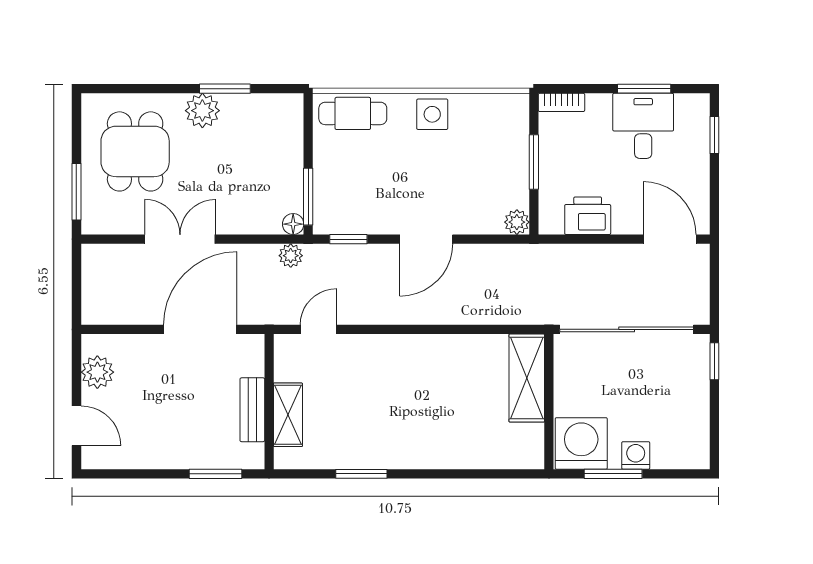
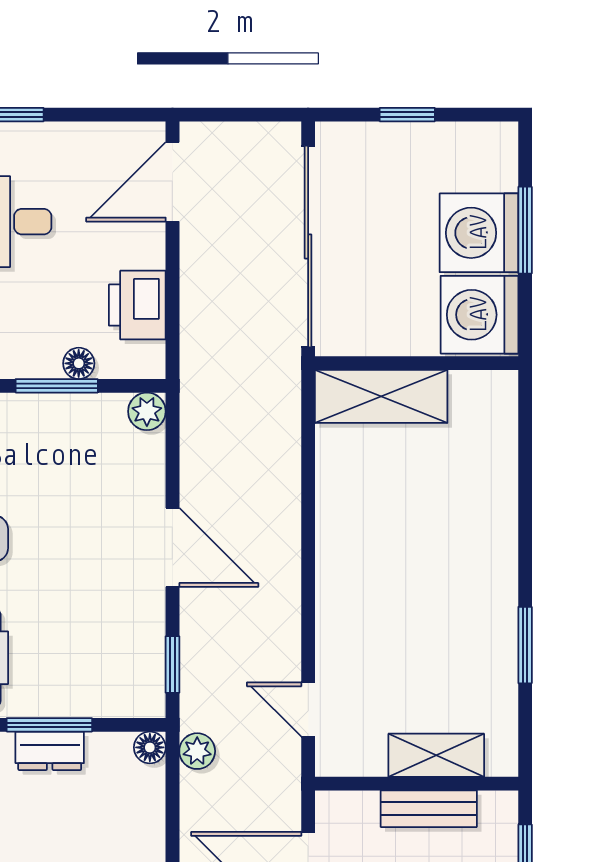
dresser: (291, 157) -> (50, 751), added
floor lamp: (549, 177) -> (79, 363), added
window: (308, 197) -> (49, 725), moved
window: (714, 361) -> (407, 115), moved
washing machine: (636, 455) -> (479, 233), width x1.89, depth x1.89
window: (613, 474) -> (525, 230), moved

